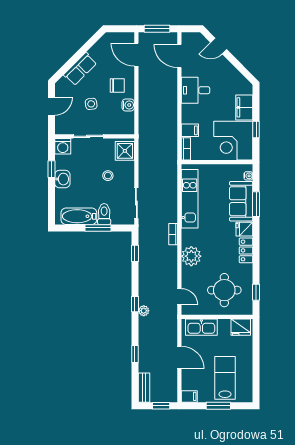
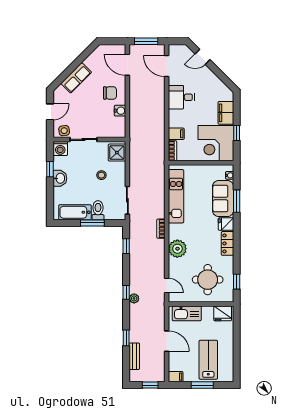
side table: (91, 104) -> (64, 131), moved
bench: (144, 388) -> (134, 356), moved

